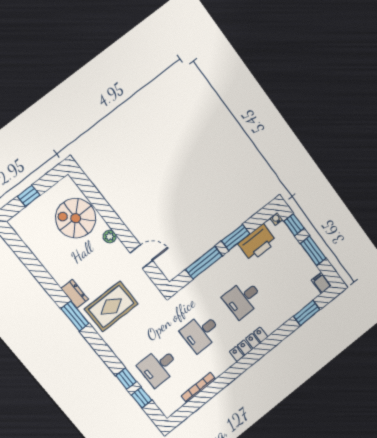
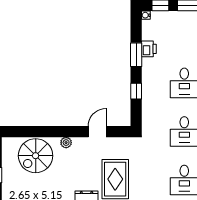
printer: (257, 243) -> (149, 49), width x0.53, depth x0.68
window: (204, 263) -> (136, 91), width x0.46

